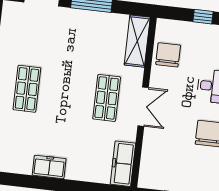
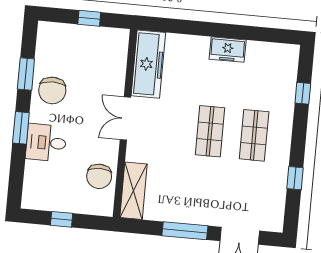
shop shelf: (107, 98) -> (210, 131), moved
freezer: (123, 164) -> (148, 64), width x1.36, depth x1.26

